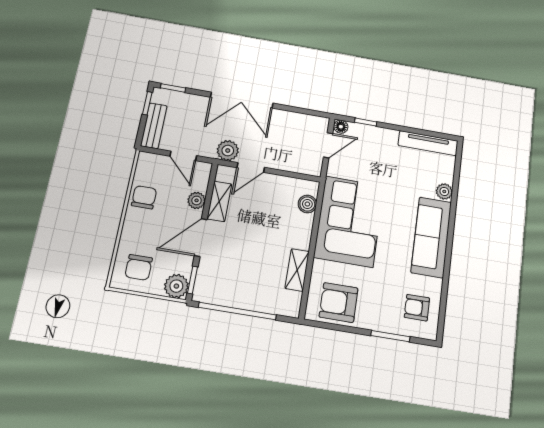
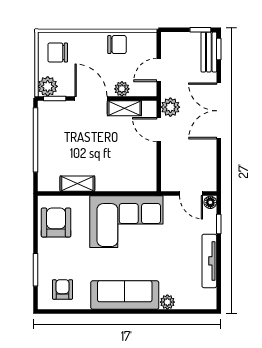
bench: (154, 126) -> (209, 52), moved, turned 90
tv unit: (428, 143) -> (209, 261), moved
boiler: (307, 204) -> (135, 183), removed

